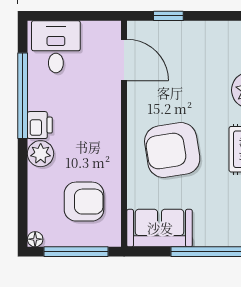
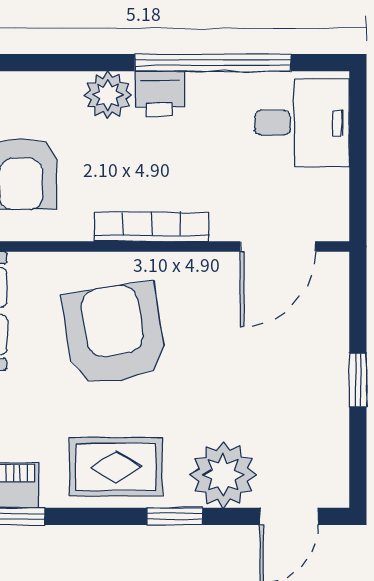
window: (168, 16) -> (358, 380), moved
bookcase: (113, 130) -> (152, 227), added

